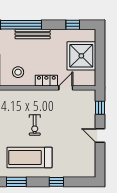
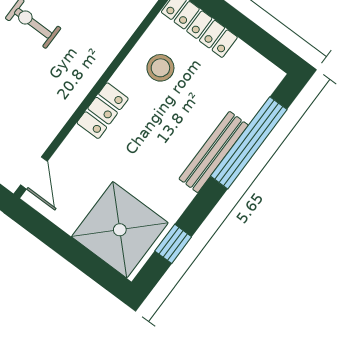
shower: (81, 56) -> (120, 230), moved
door: (66, 88) -> (34, 173), moved

